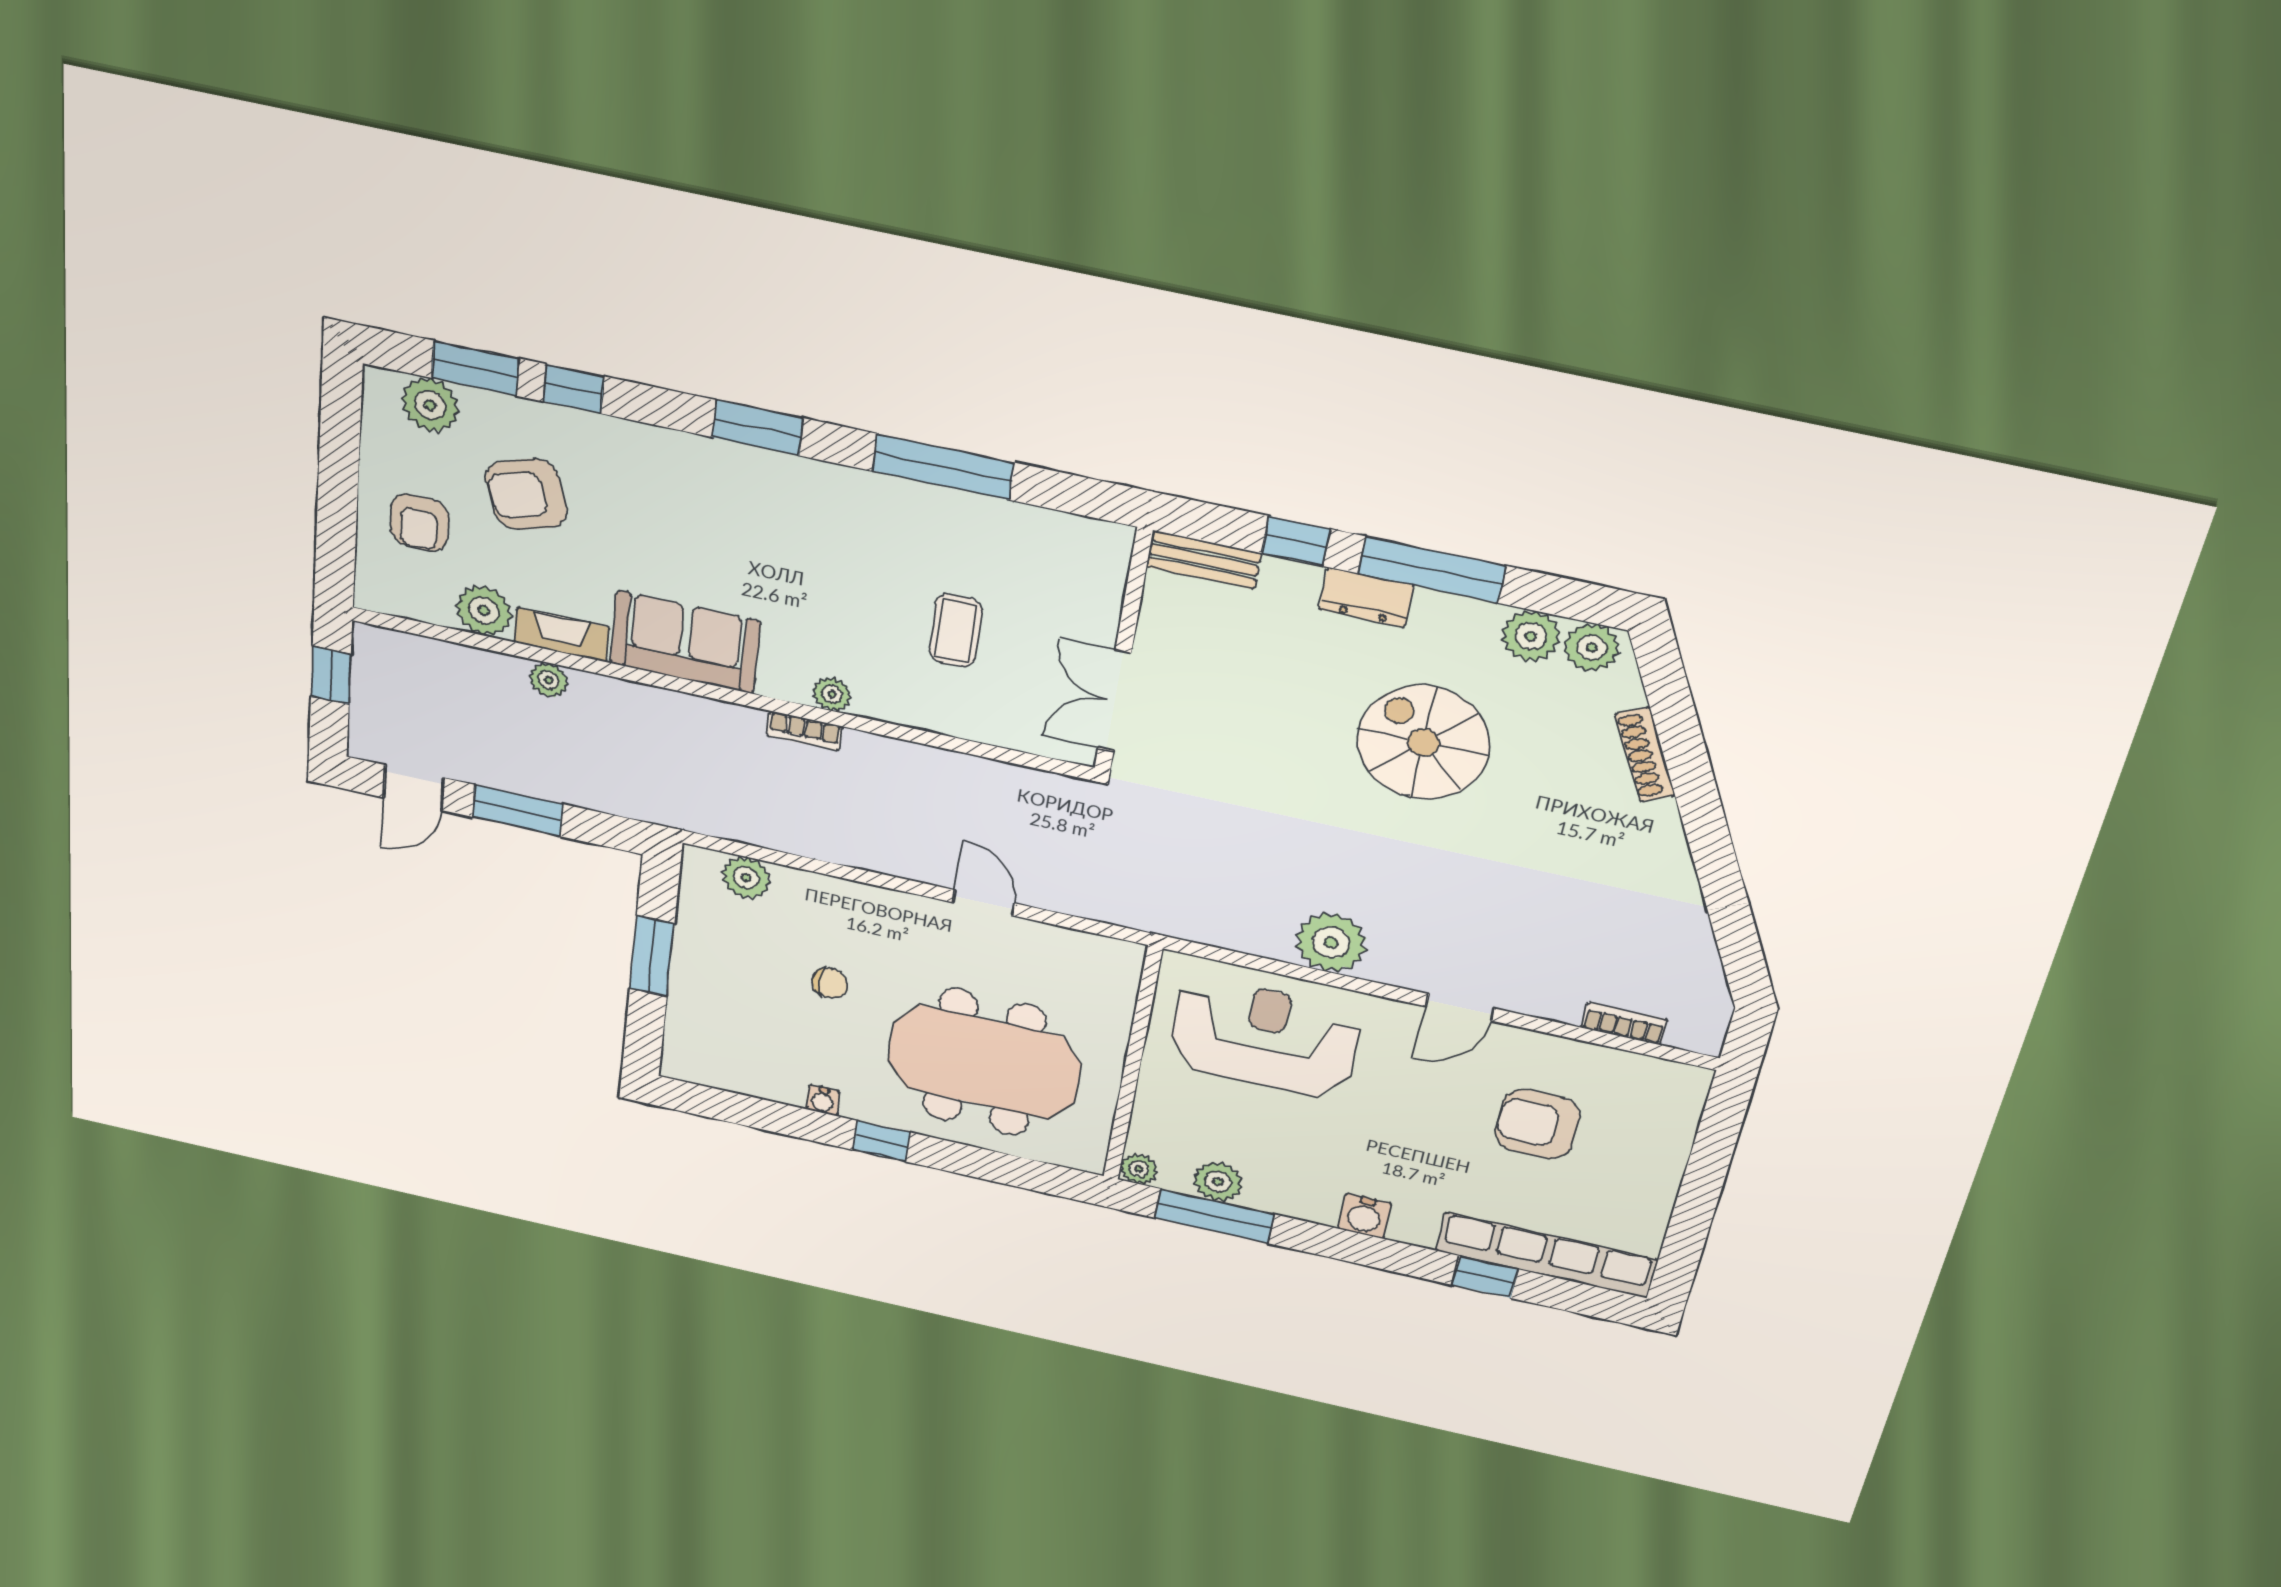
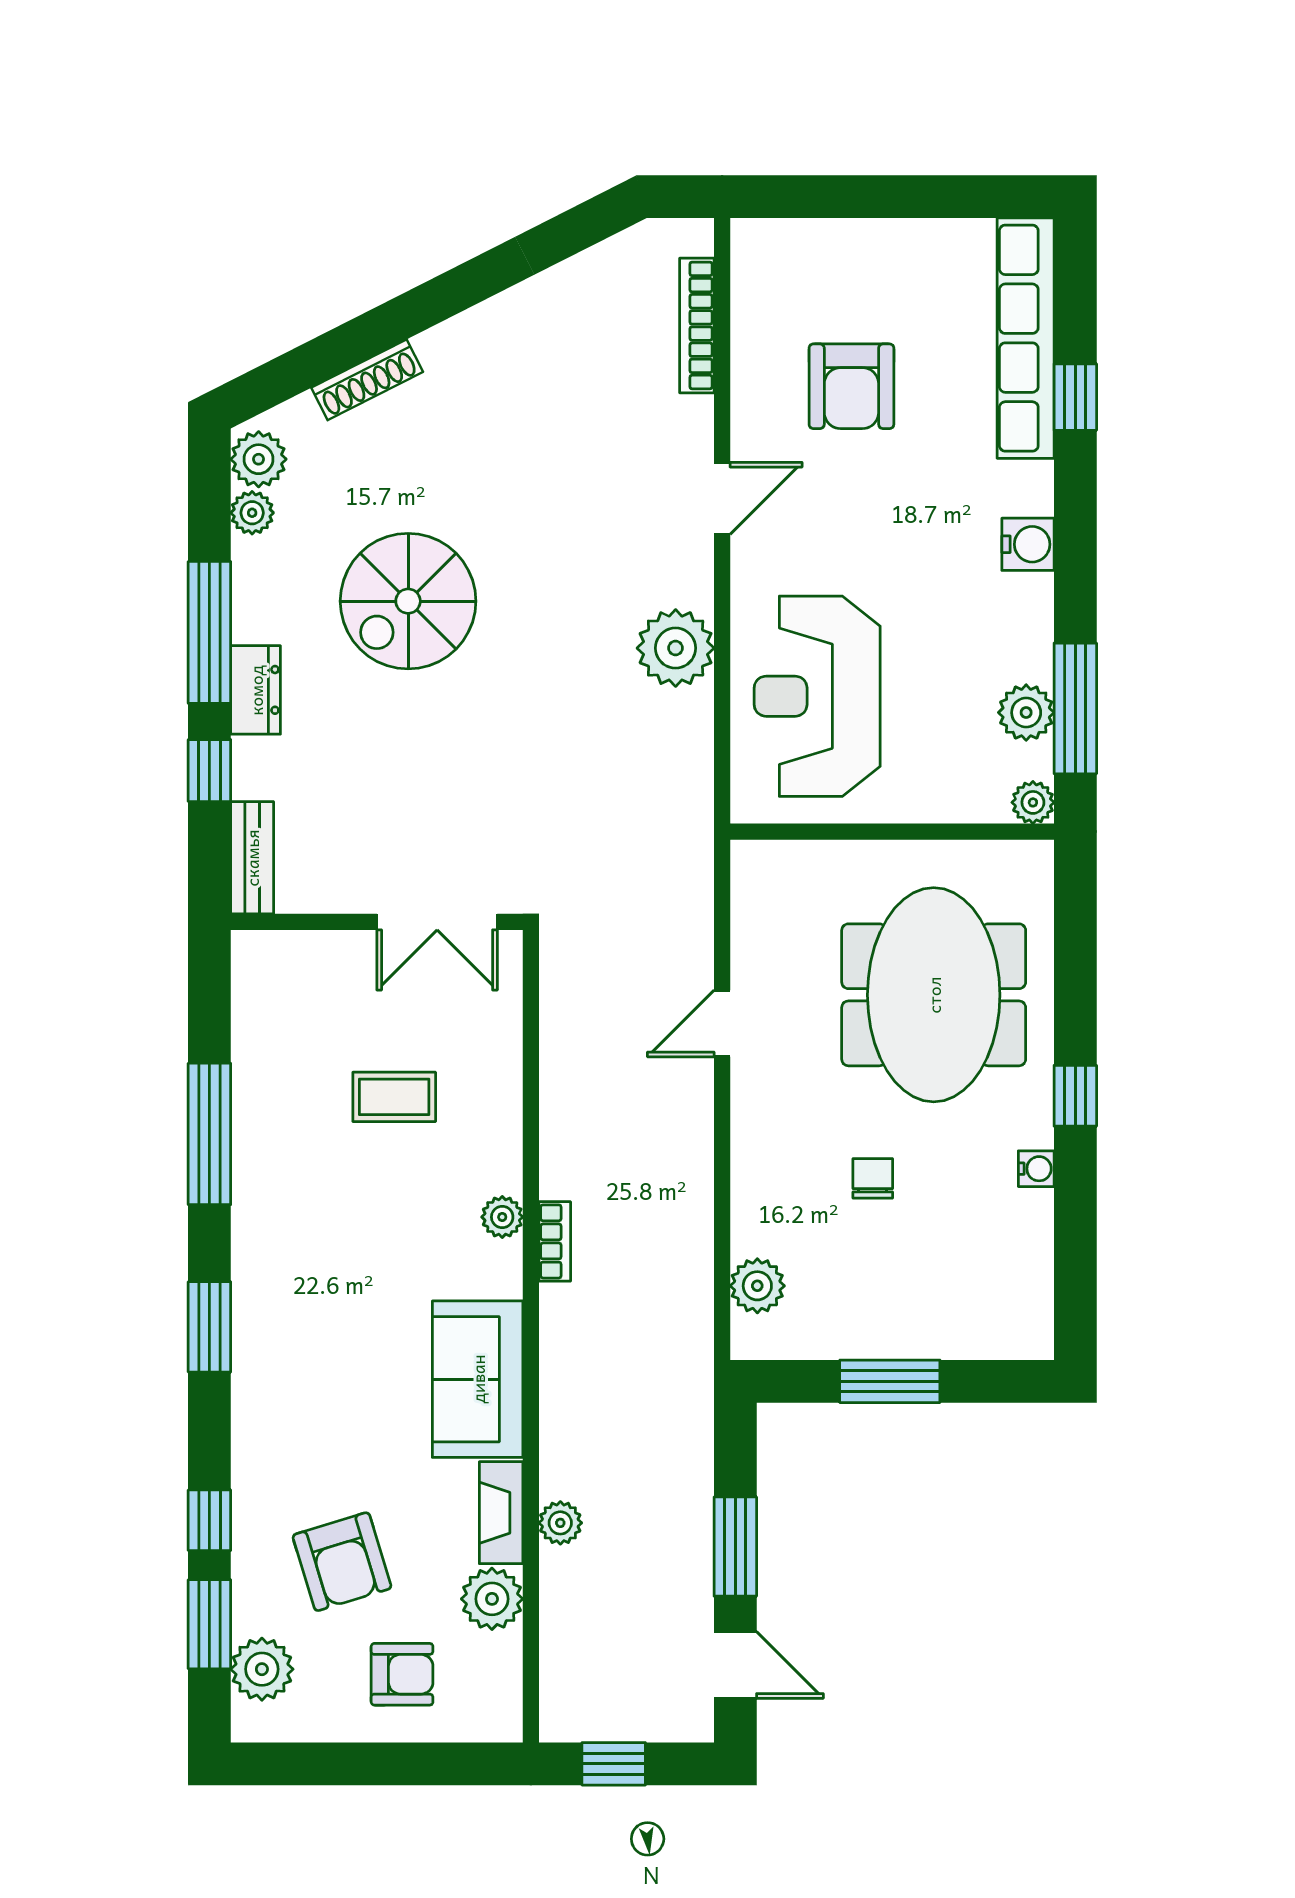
plant: (1531, 636) -> (252, 513), width x0.73, depth x0.73
door: (1460, 1007) -> (722, 498), hinge flipped
bookcase: (1624, 1024) -> (697, 325), width x1.56

